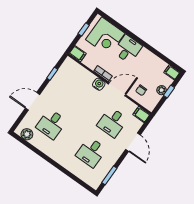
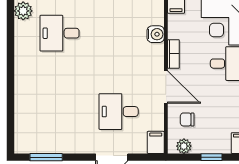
water cooler: (99, 84) -> (156, 34), moved
plant: (162, 90) -> (184, 146), moved
desk: (91, 152) -> (60, 112), removed

